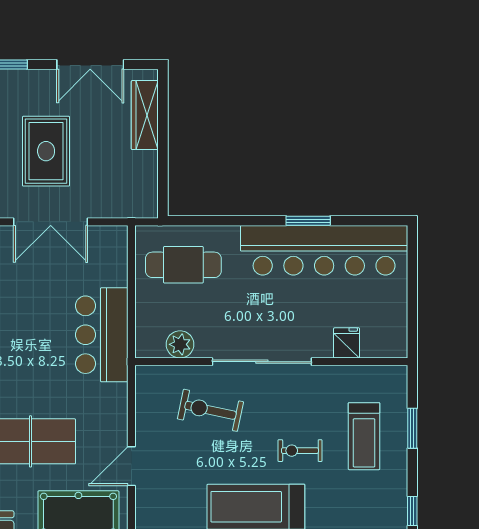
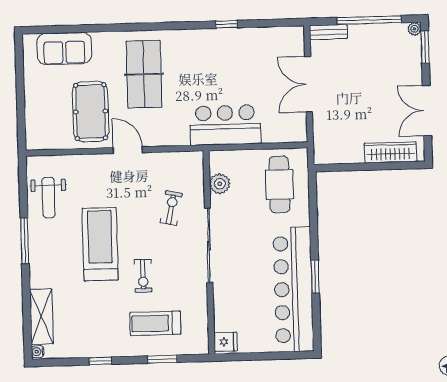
rug: (46, 151) -> (361, 79), removed
fridge: (347, 343) -> (226, 342), moved
exercise bike: (210, 410) -> (171, 208), width x0.73, depth x0.72
exercise bike: (300, 451) -> (143, 276), turned 180

